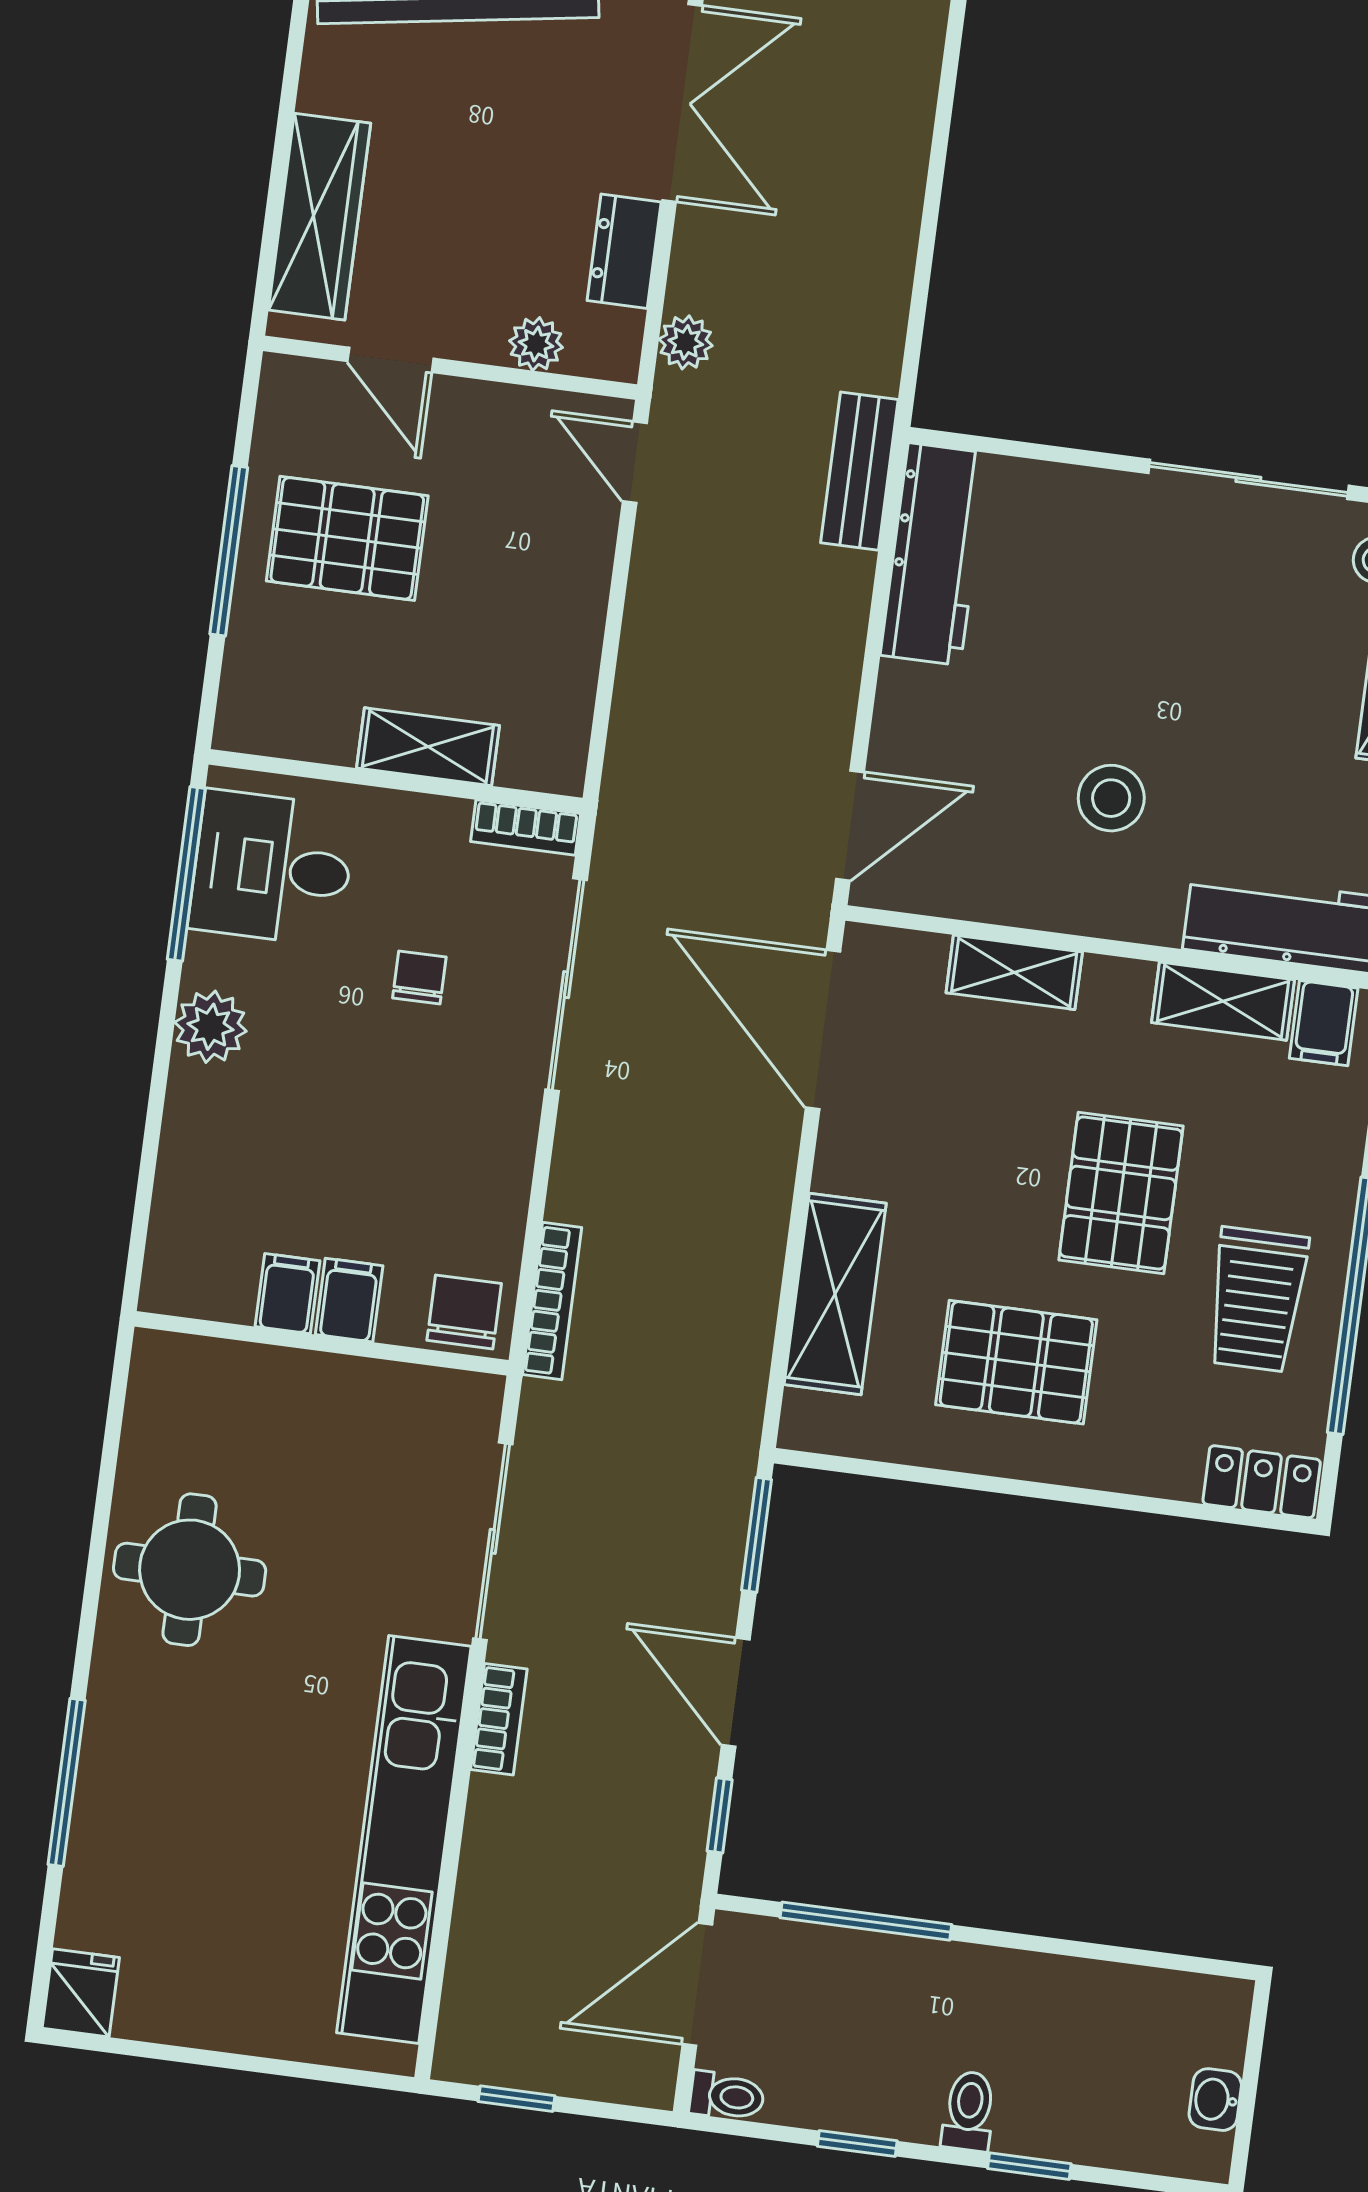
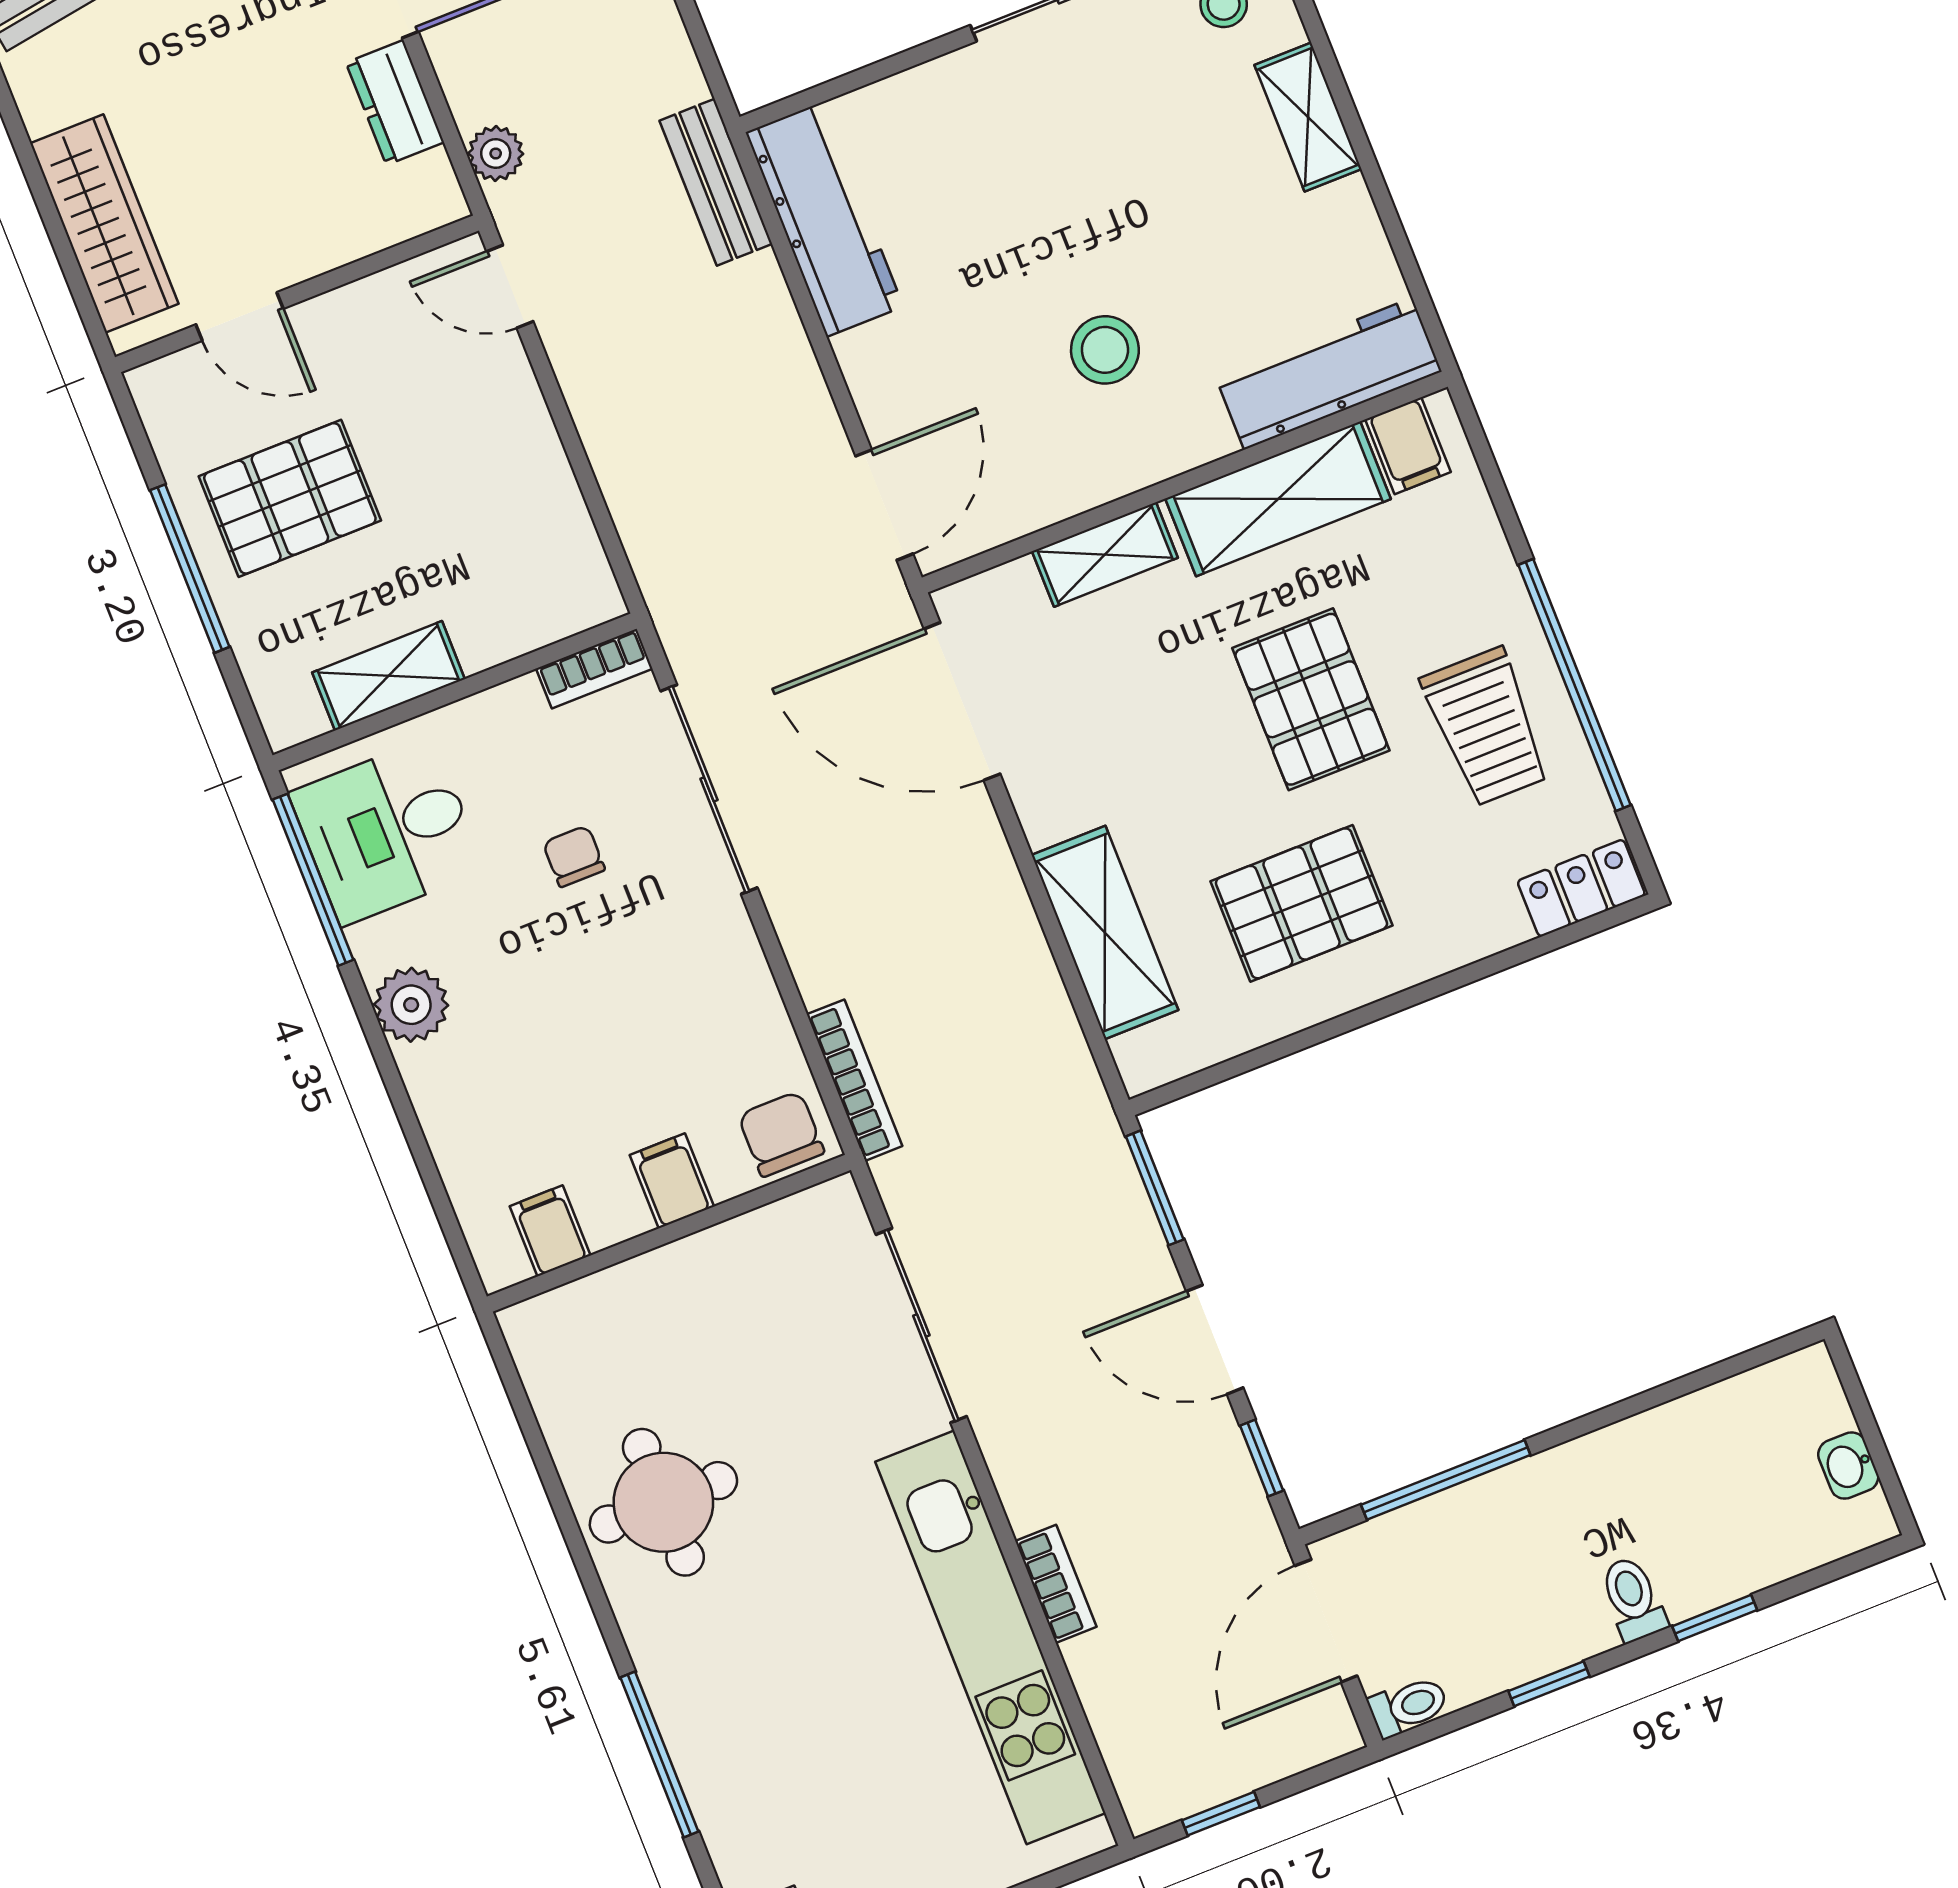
plant: (536, 344) -> (362, 230), removed
shelving: (428, 747) -> (388, 676), moved
shelving: (1223, 1001) -> (1278, 499), width x1.50, depth x1.33
filing cabinet: (287, 1294) -> (550, 1231), moved
bookcase: (499, 1719) -> (1056, 1584), moved

